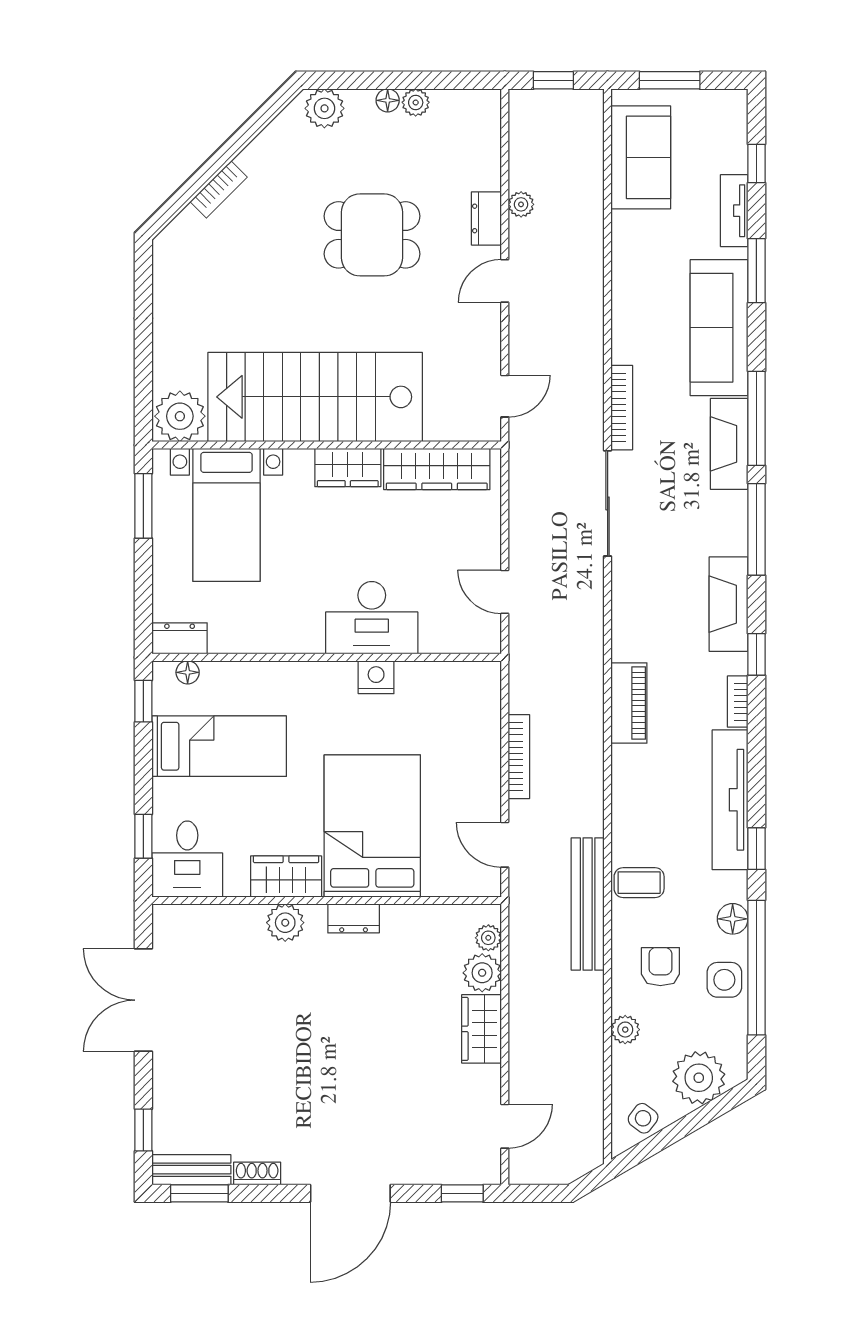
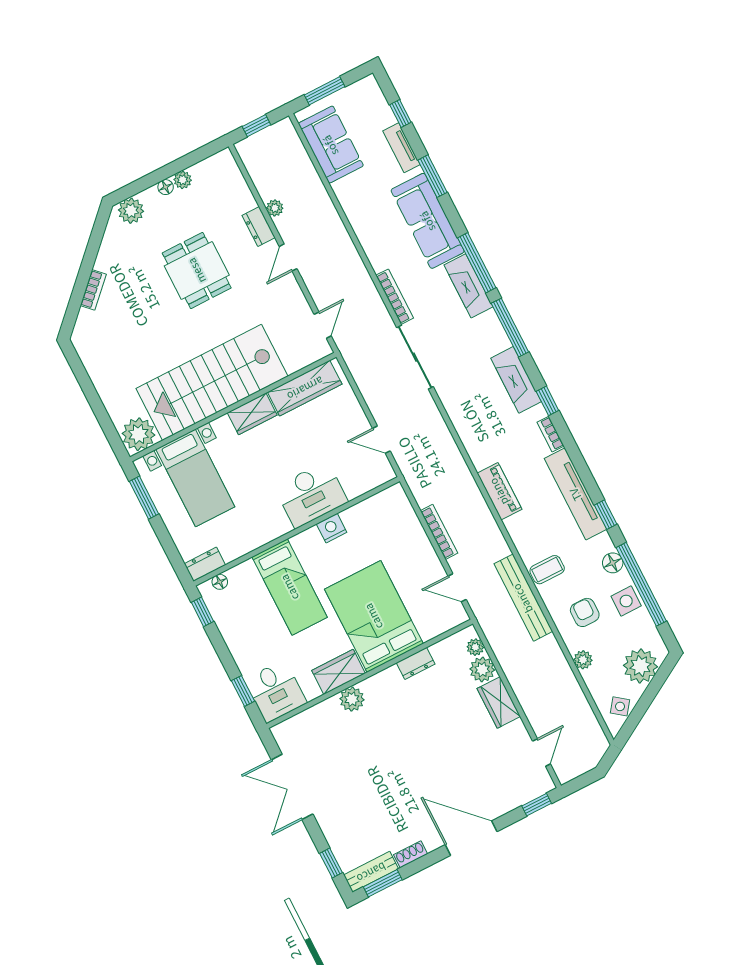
dining table: (372, 235) -> (197, 270), turned 90
piano: (629, 703) -> (499, 491), moved
bed: (219, 746) -> (290, 587), moved, turned 90
dresser: (354, 918) -> (416, 663), moved
door: (350, 1193) -> (471, 838), swing flipped

